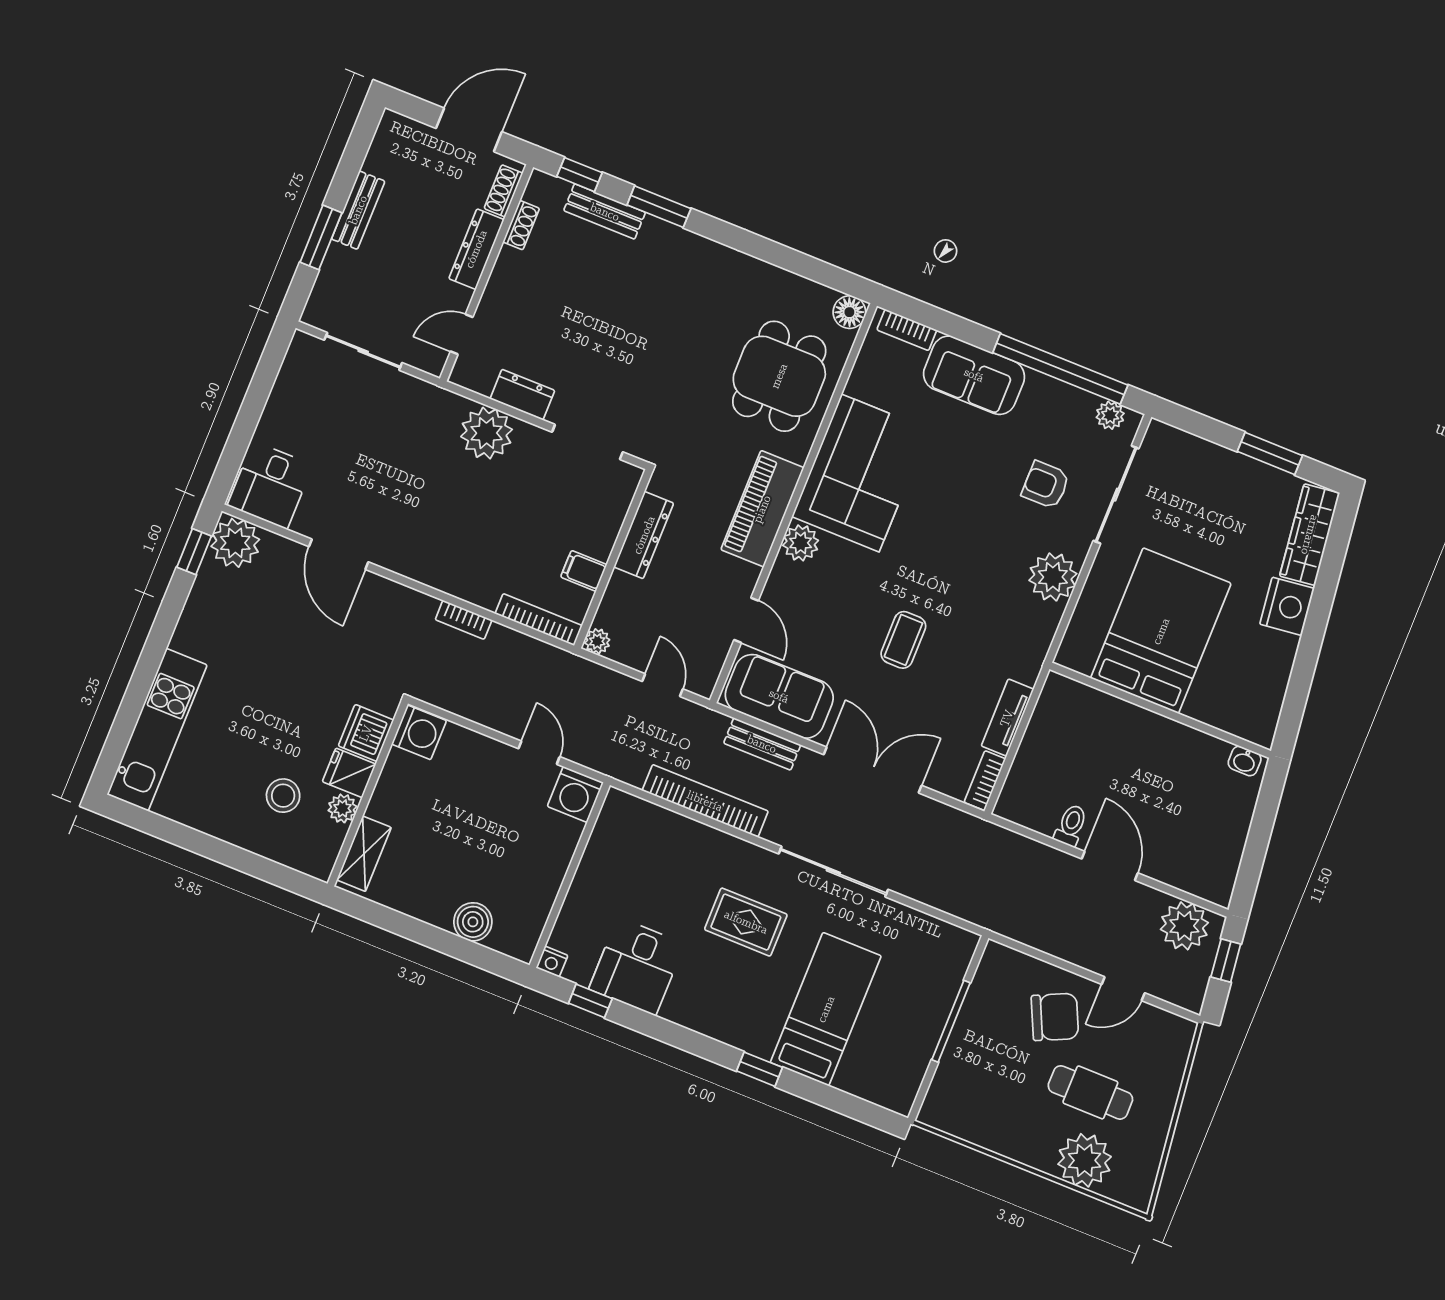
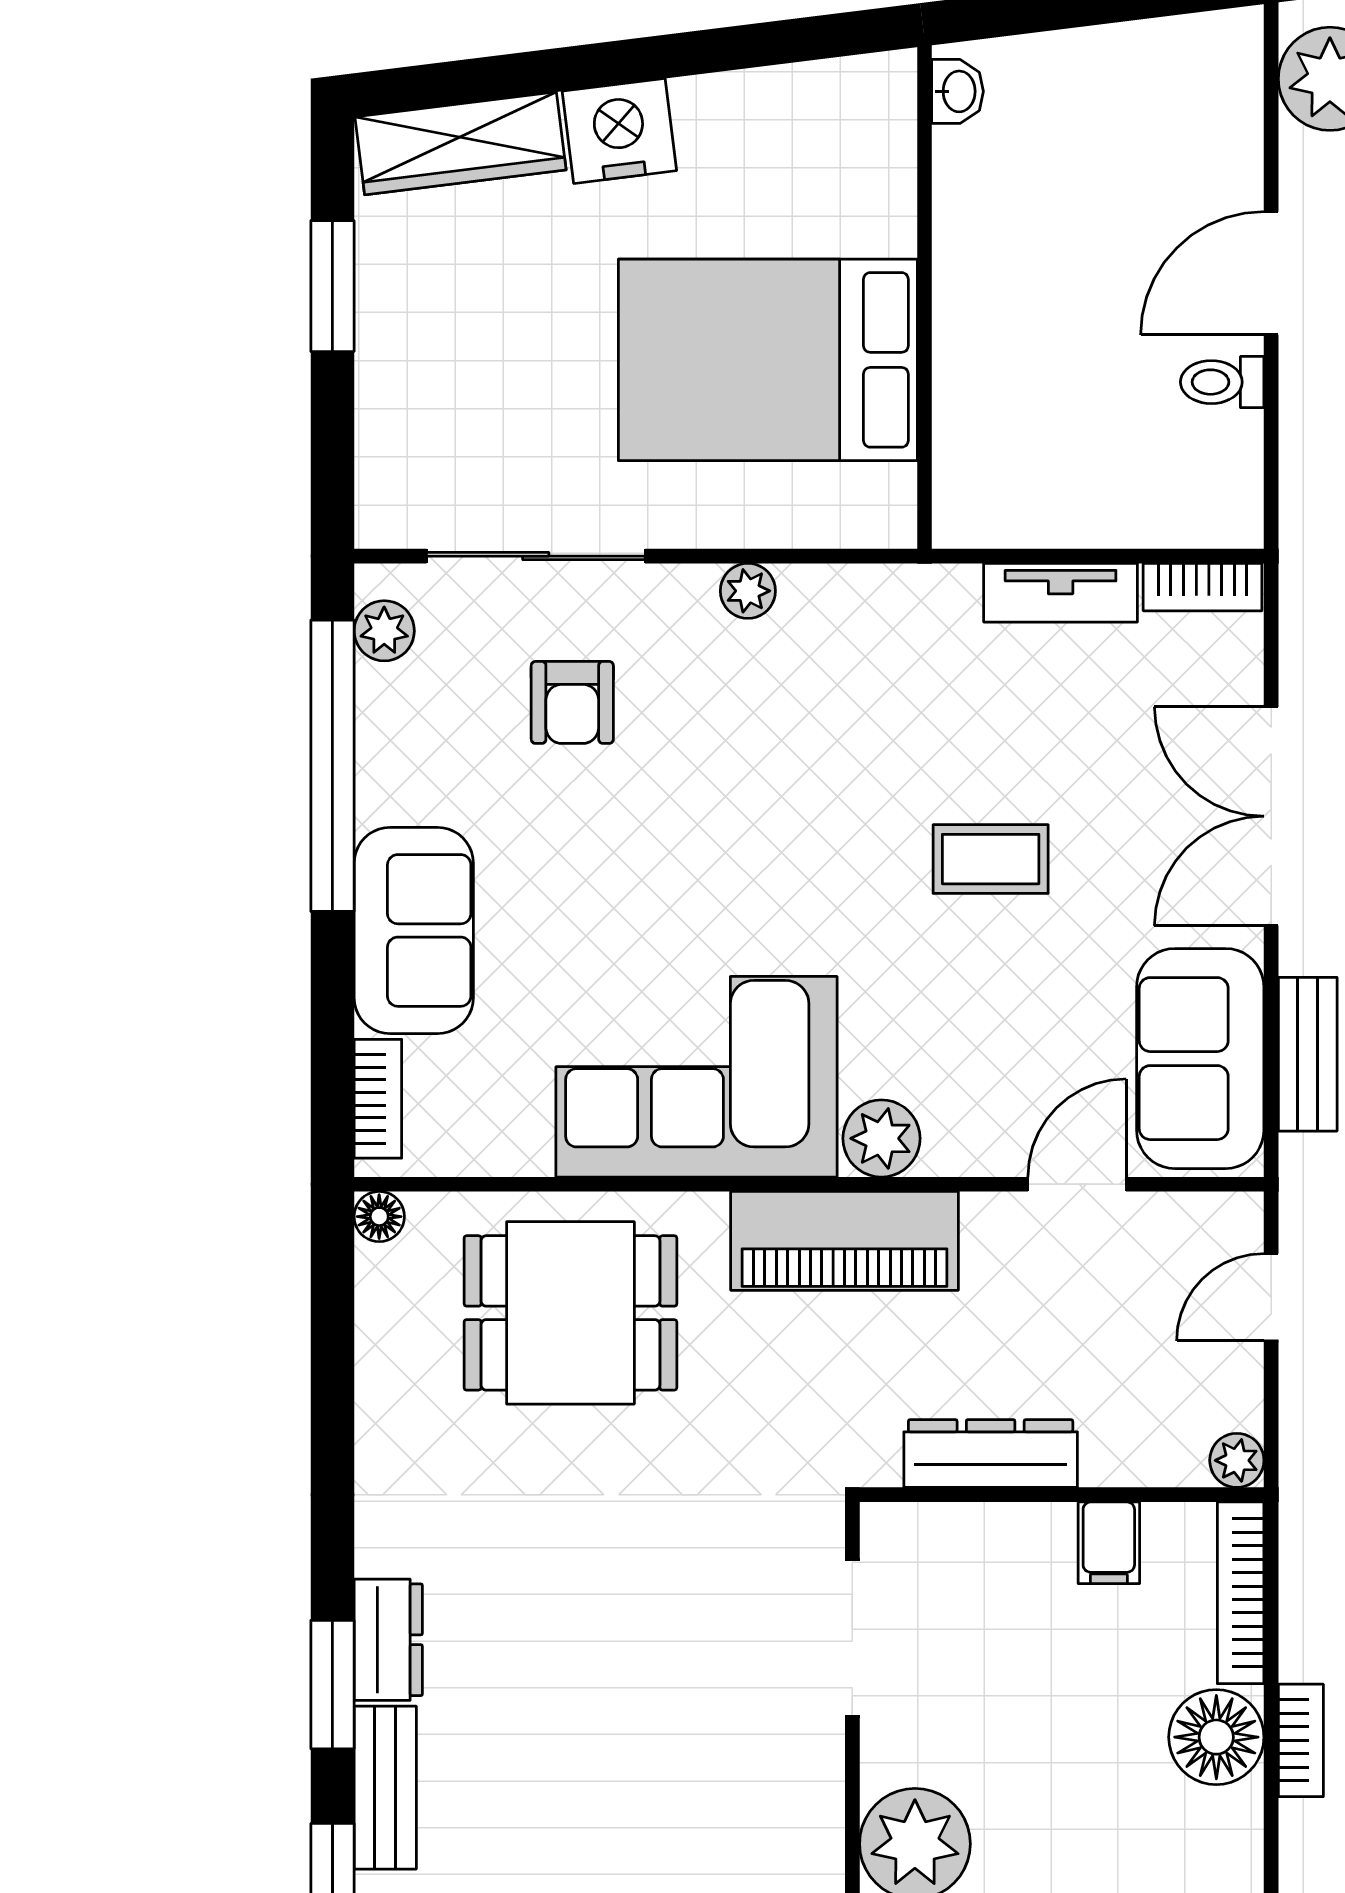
floor lamp: (849, 312) -> (379, 1217), width x0.73, depth x0.73
dresser: (522, 395) -> (388, 1640), moved, turned 180
plant: (1053, 577) -> (748, 591), width x0.53, depth x0.53
floor lamp: (480, 584) -> (1216, 1737), added

